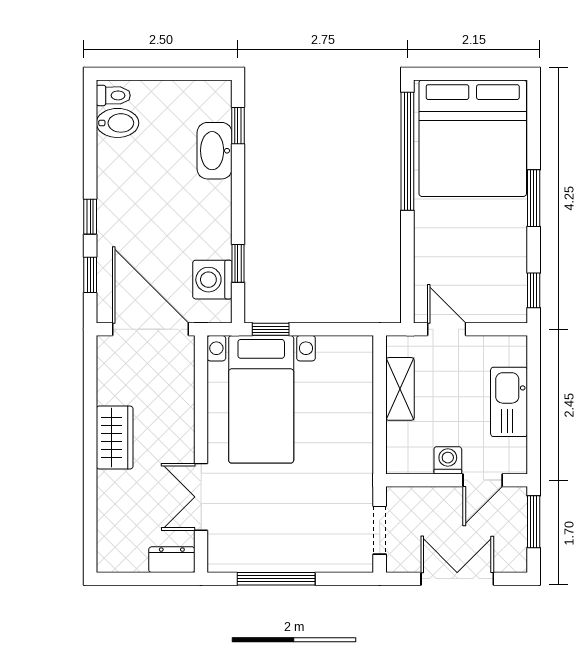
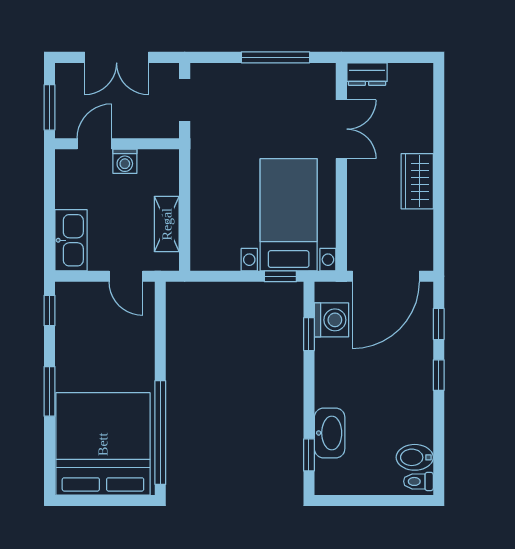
door: (150, 329) -> (386, 276), hinge flipped
kitchen sink: (509, 402) -> (71, 240), moved

